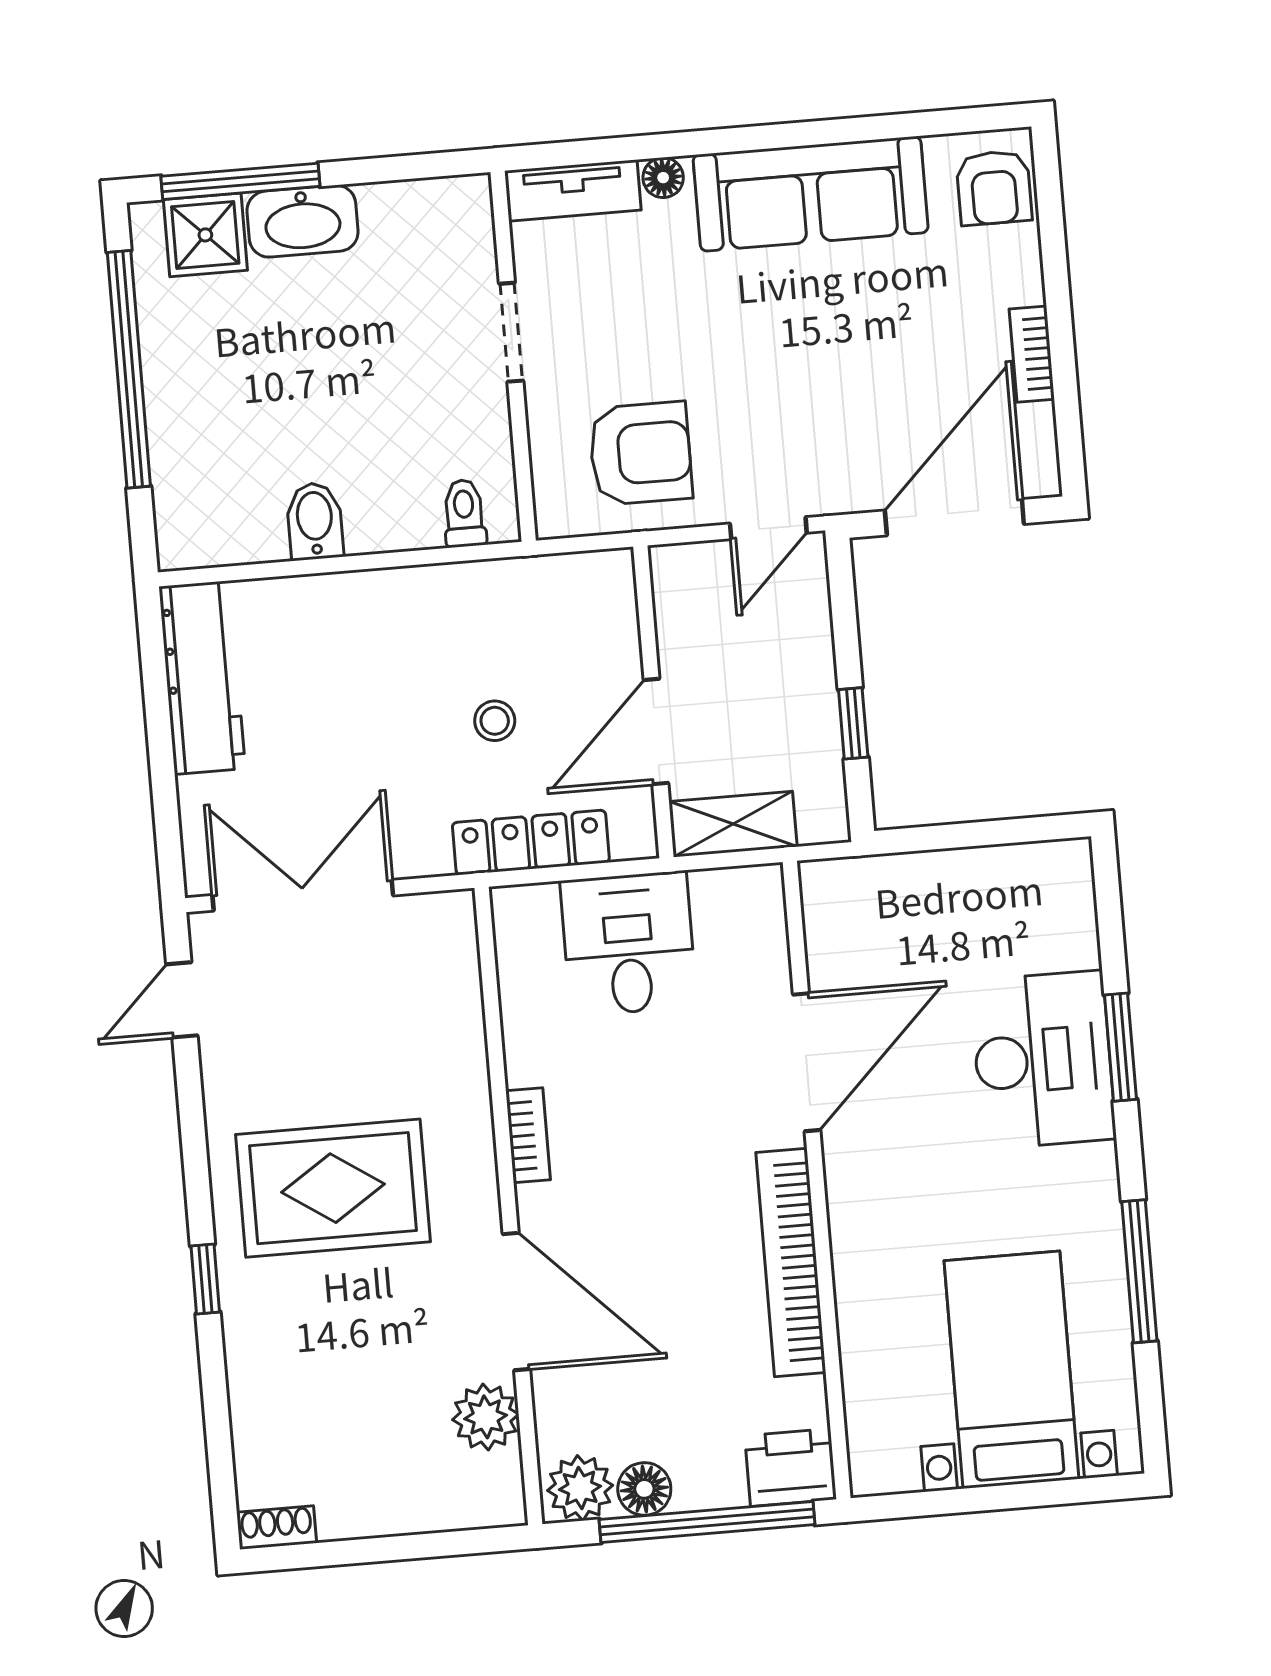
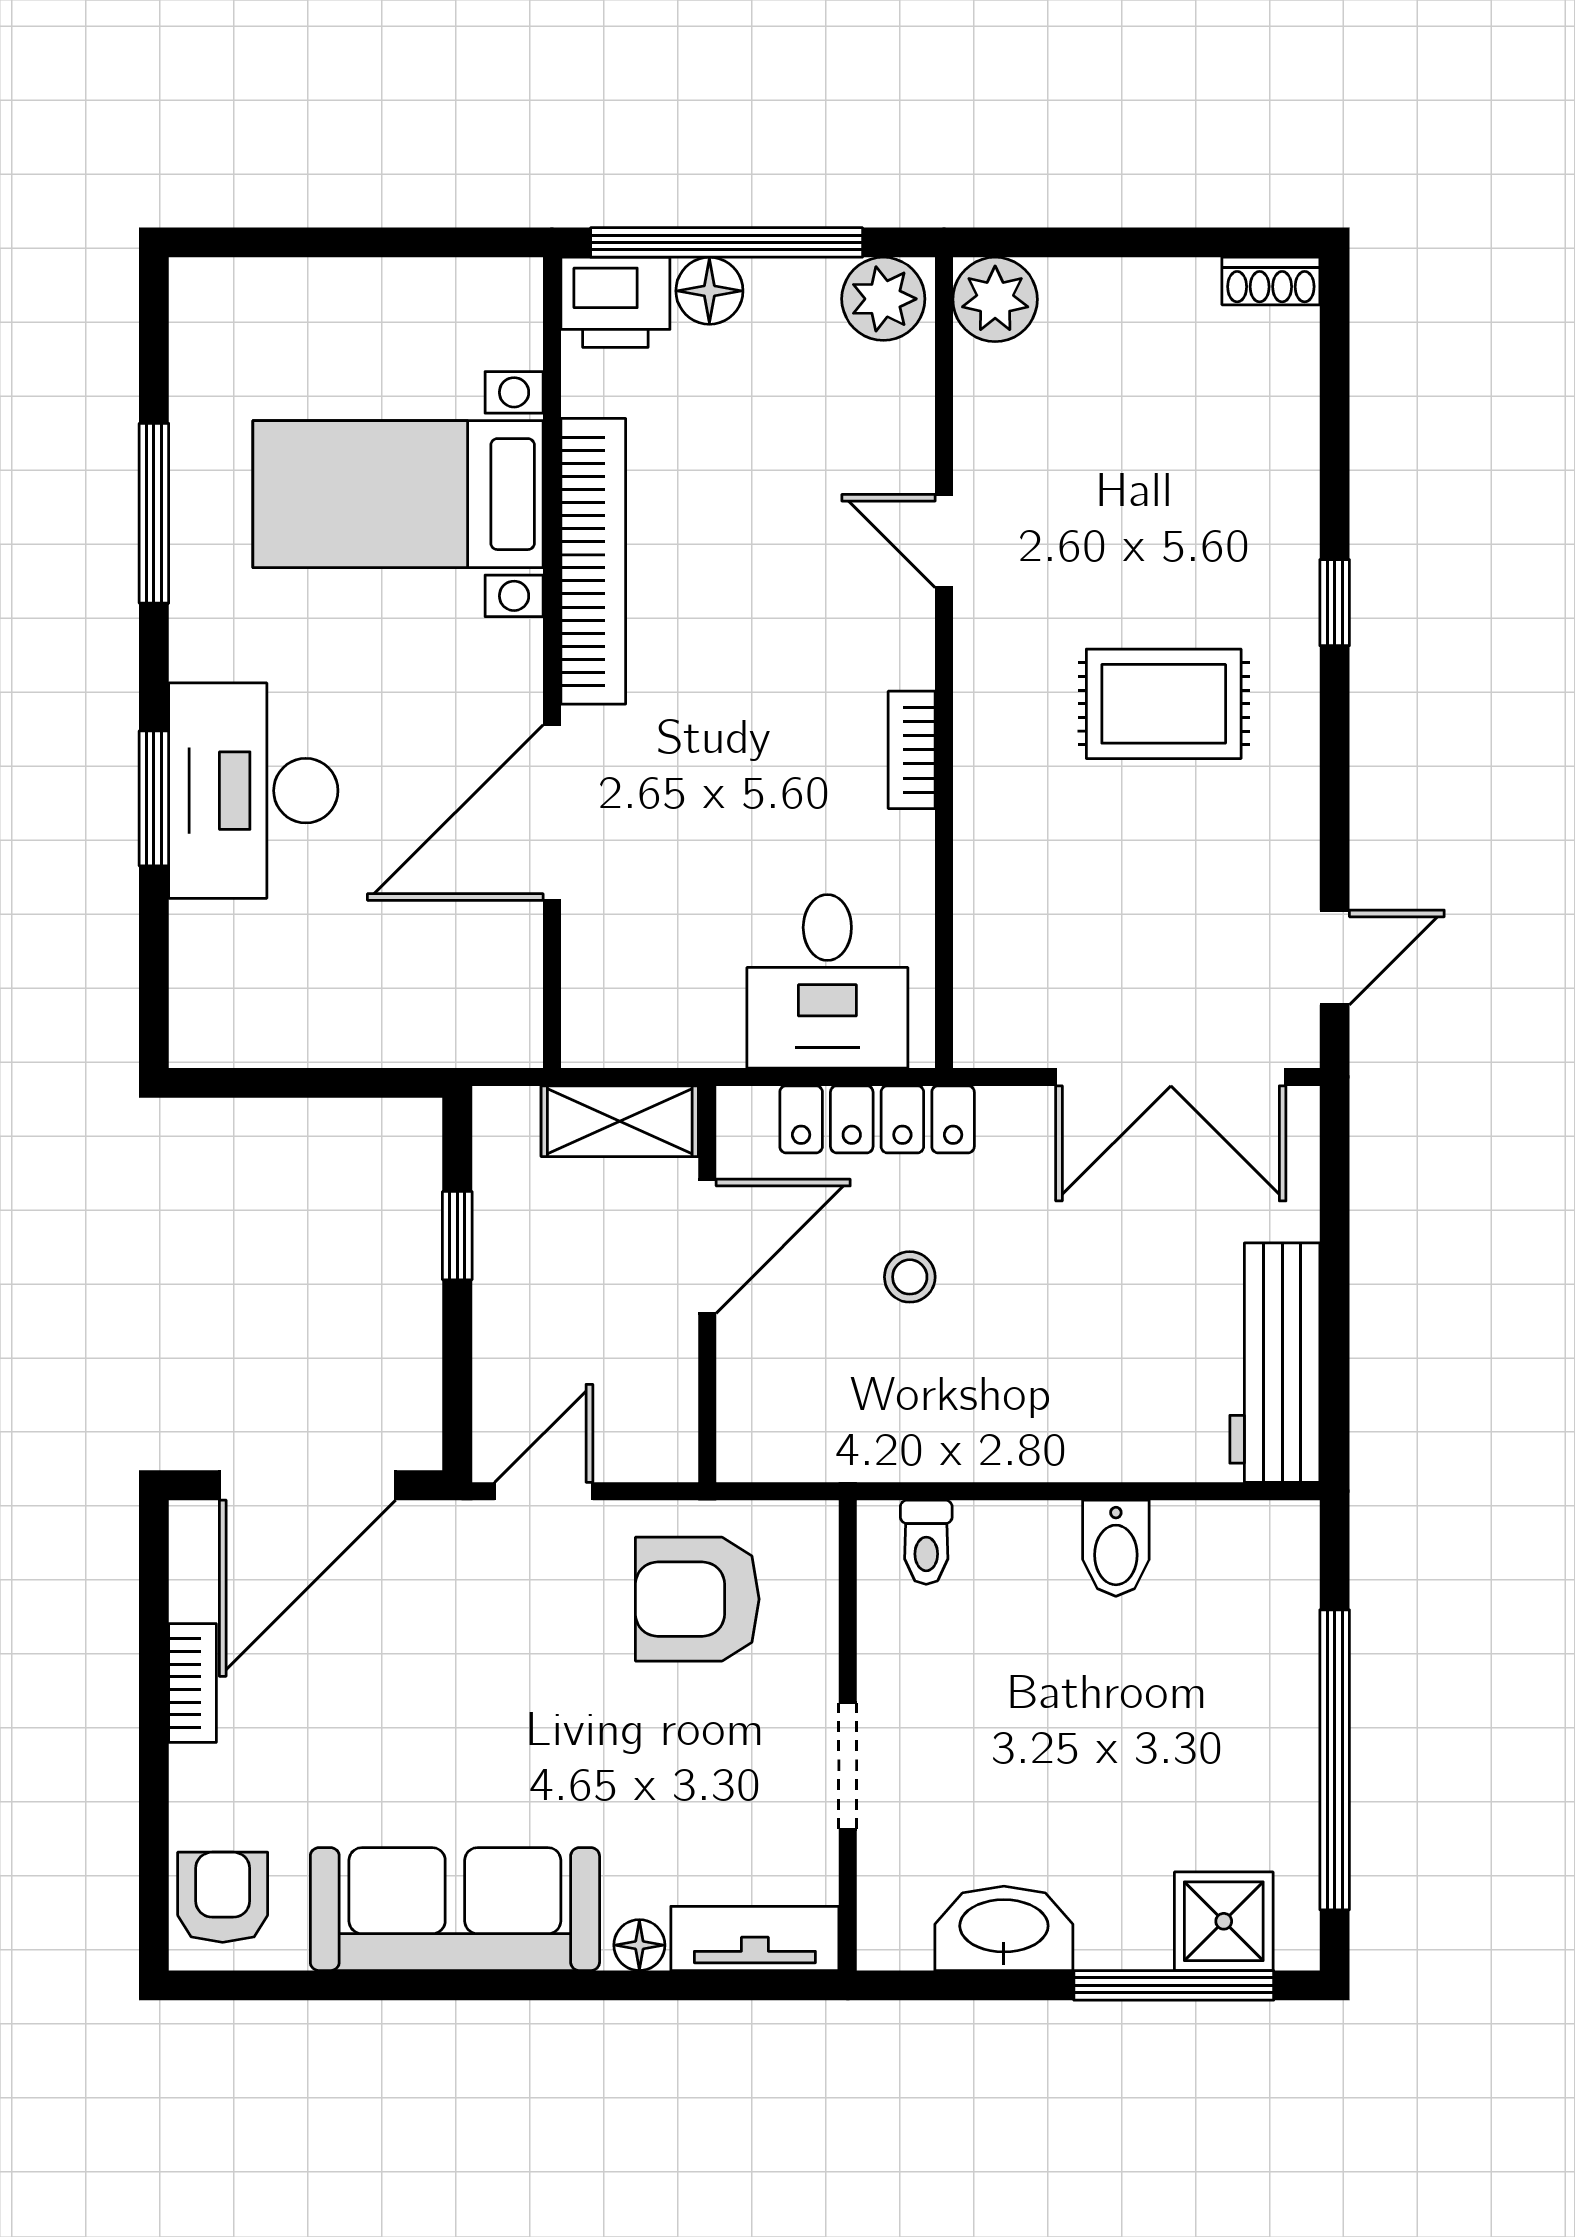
washbasin: (303, 221) -> (1004, 1928), moved
desk: (629, 944) -> (827, 981), moved
rug: (333, 1188) -> (1164, 704), width x0.73, depth x0.70
door: (516, 1302) -> (944, 541), width x0.53
bed with nightstands: (1011, 1370) -> (398, 494), moved, turned 90
plant: (486, 1417) -> (995, 299), moved
floor lamp: (644, 1489) -> (709, 291), moved

